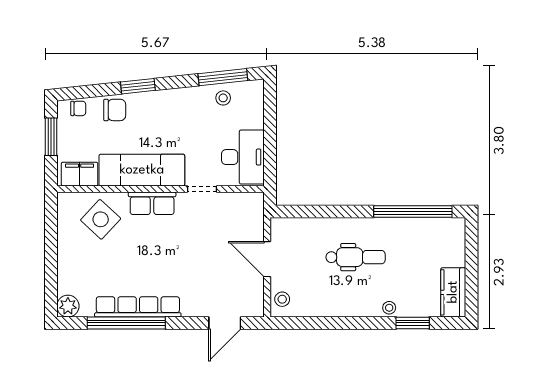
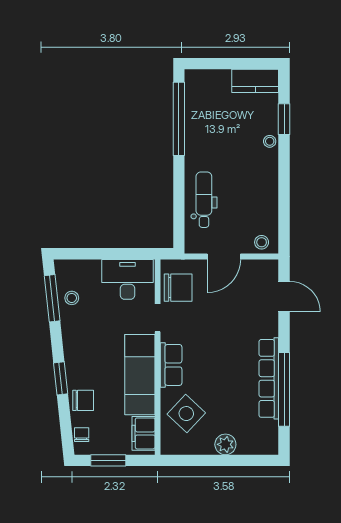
chair: (115, 110) -> (83, 400), turned 90
chair: (234, 211) -> (178, 288), added
dental chair: (356, 257) -> (204, 200), moved
plant: (68, 306) -> (225, 444), moved

